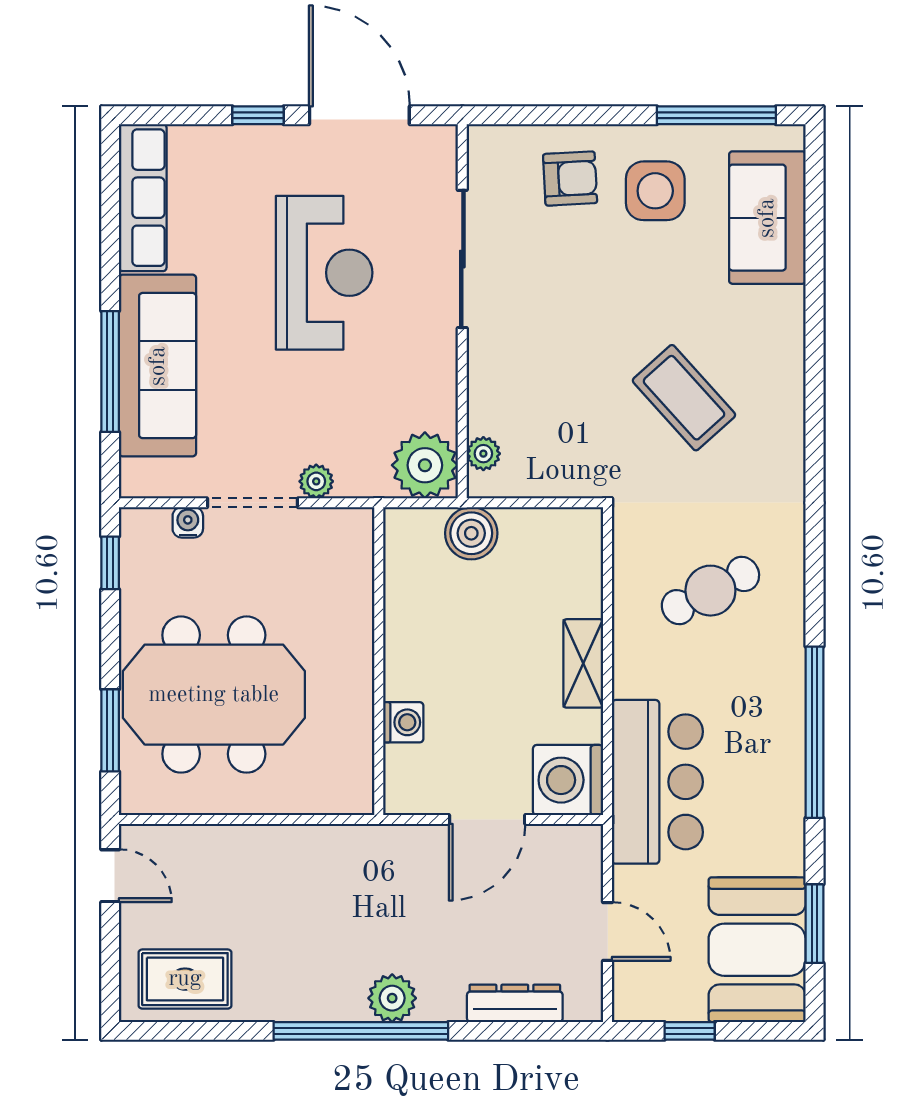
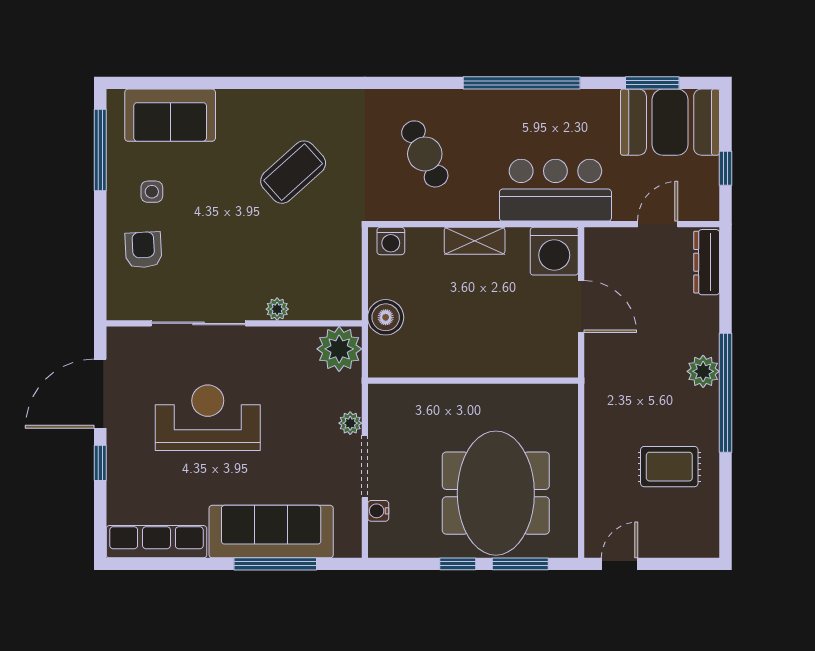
side table: (655, 191) -> (152, 192), width x0.54, depth x0.54
plant: (483, 454) -> (277, 309), moved
window: (110, 563) -> (458, 564), moved
washing machine: (403, 722) -> (391, 241), moved, turned 180
rug: (185, 979) -> (669, 467), moved, turned 90
dresser: (515, 1003) -> (707, 262), moved

